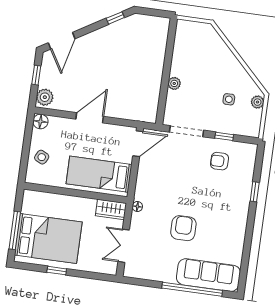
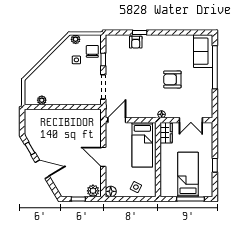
door: (62, 41) -> (42, 169), moved
plant: (174, 83) -> (42, 100), moved
chair: (238, 123) -> (92, 51), added
door: (138, 144) -> (117, 120), hinge flipped
armchair: (219, 161) -> (136, 42), moved
bed: (48, 239) -> (188, 174), width x0.67
sofa: (208, 275) -> (203, 51), width x0.73

